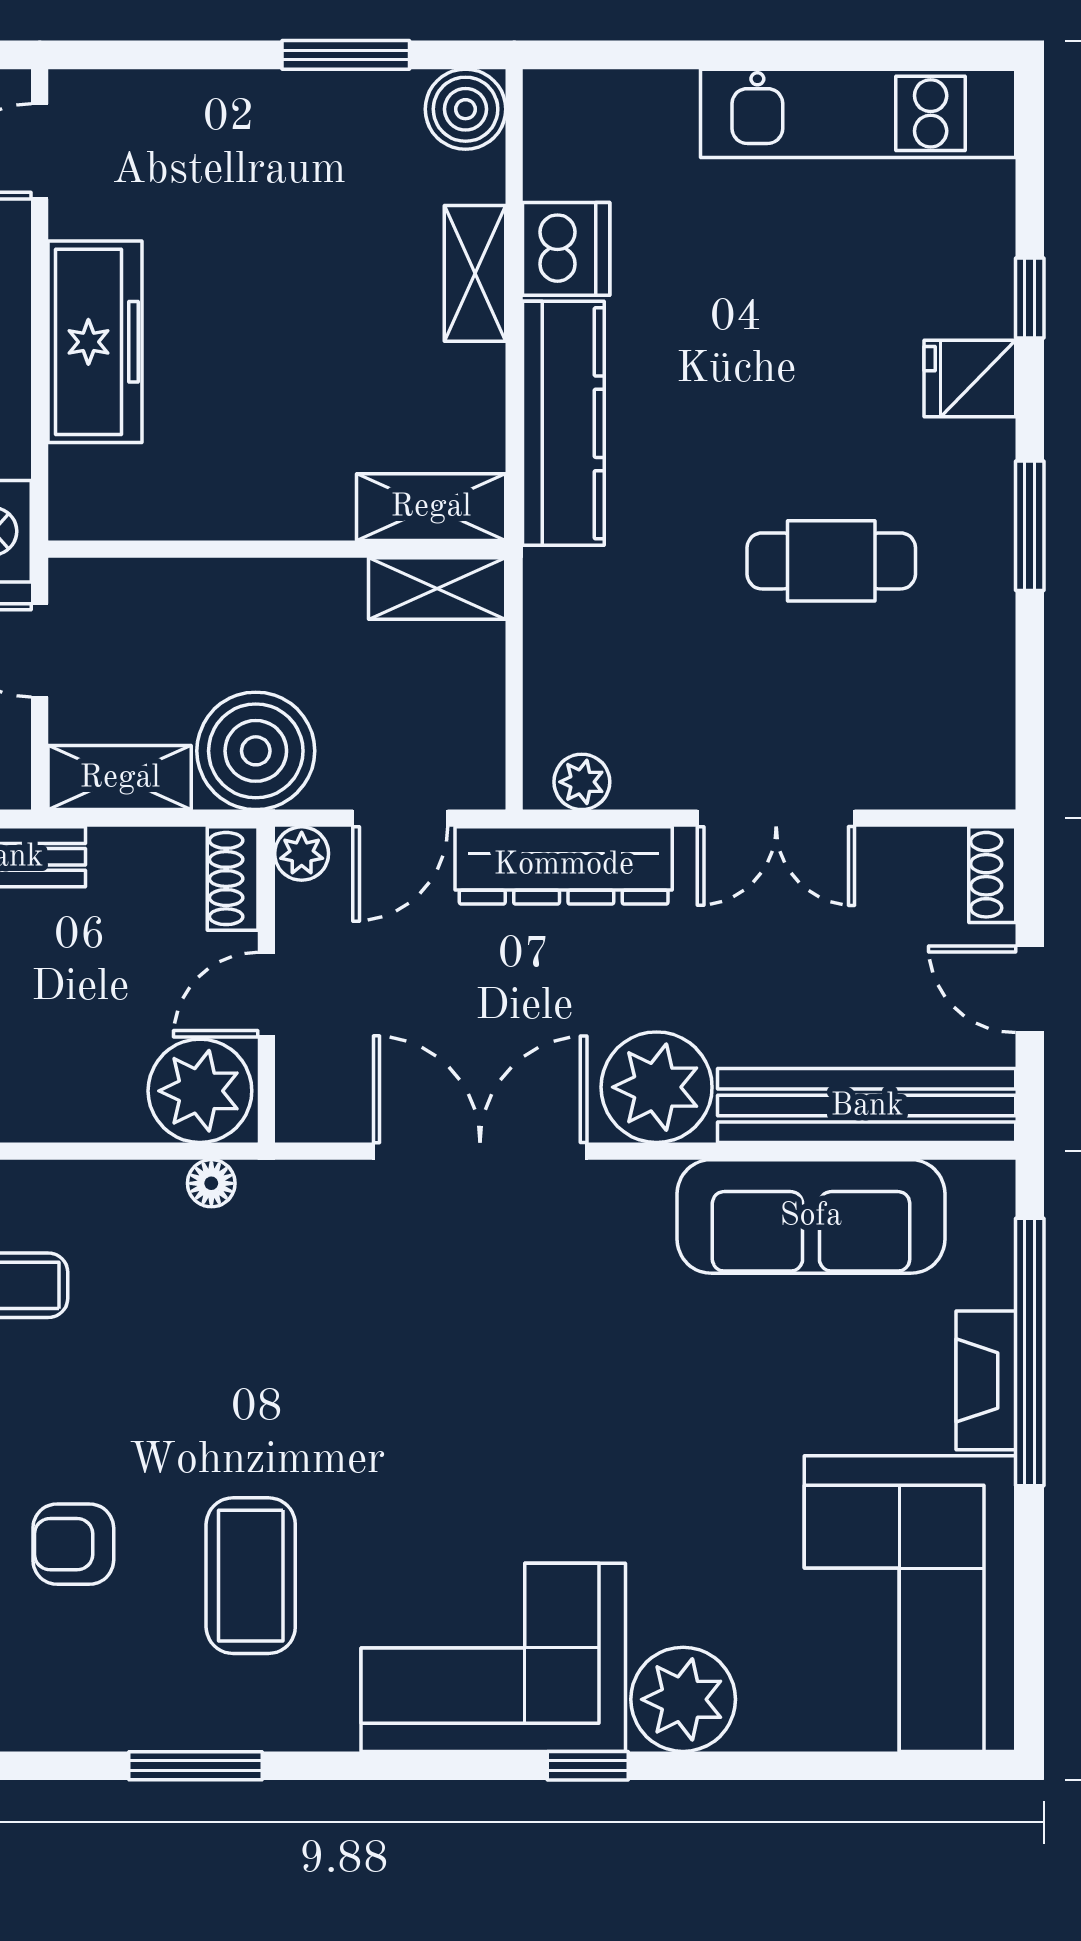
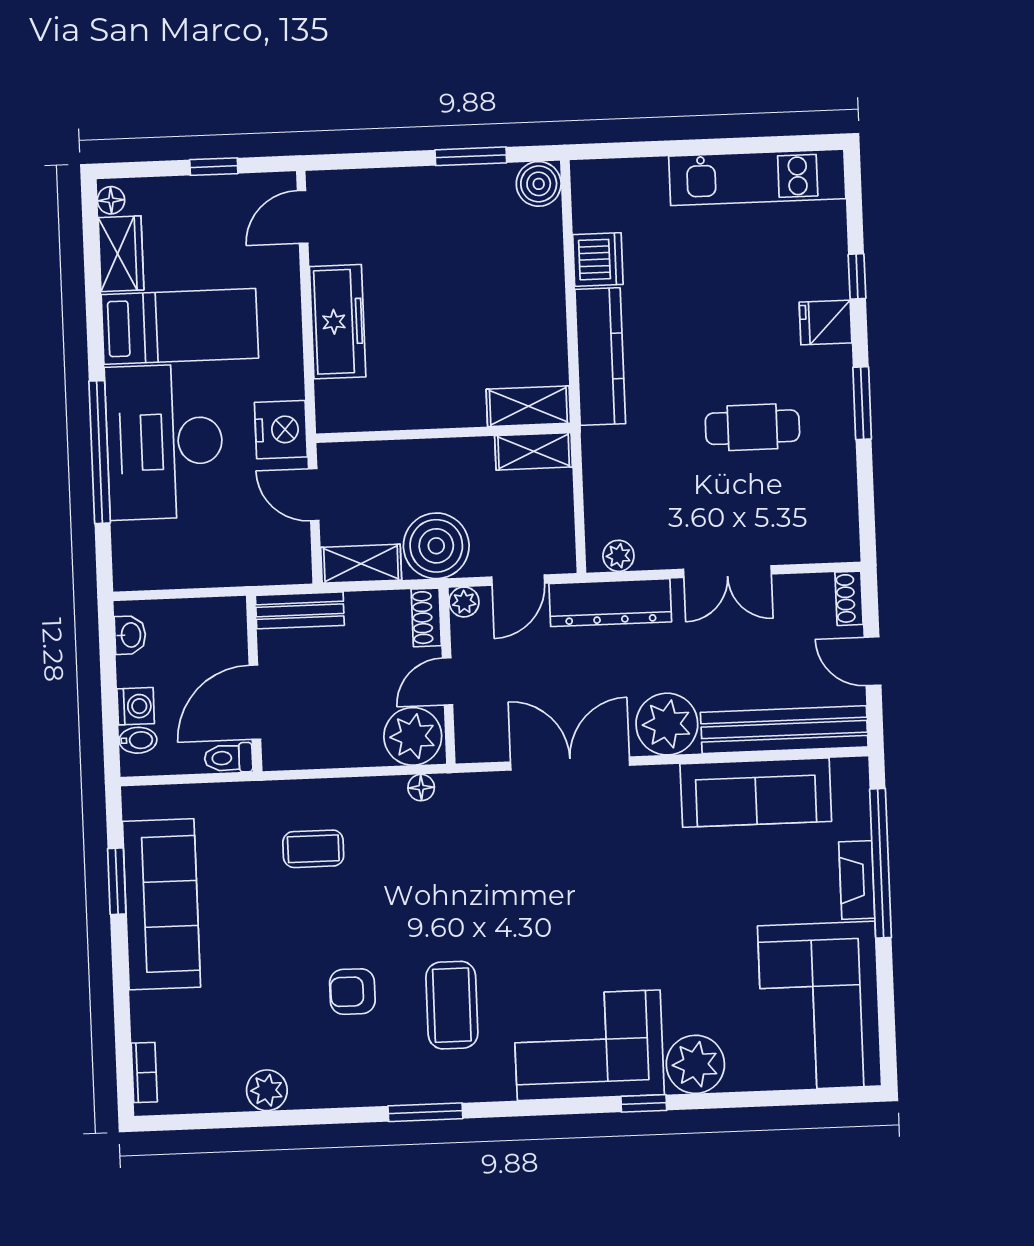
shelving: (475, 273) -> (548, 275), removed

